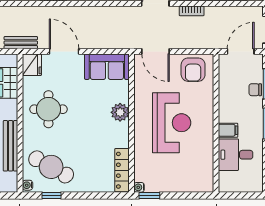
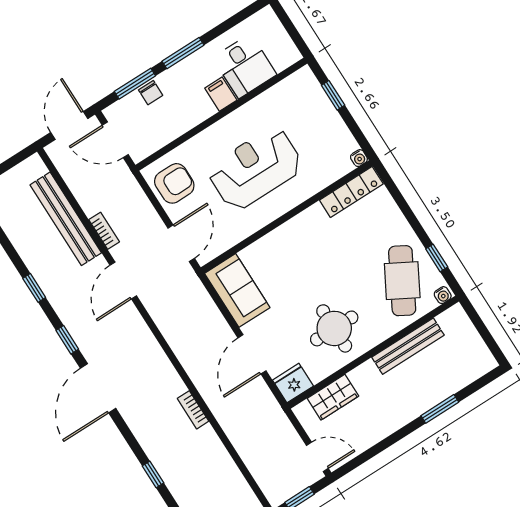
bench: (21, 43) -> (275, 414), removed
plant: (120, 112) -> (282, 239), removed
window: (149, 196) -> (333, 95), moved

